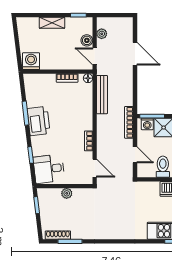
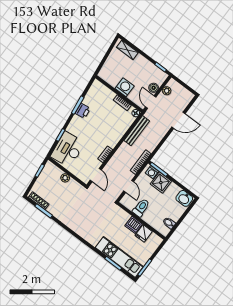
shelving: (52, 23) -> (127, 50), moved
door: (135, 54) -> (178, 120), hinge flipped
washing machine: (31, 61) -> (125, 87), moved
printer: (39, 121) -> (83, 111), width x0.53, depth x0.68
desk: (49, 169) -> (68, 149), width x1.37

